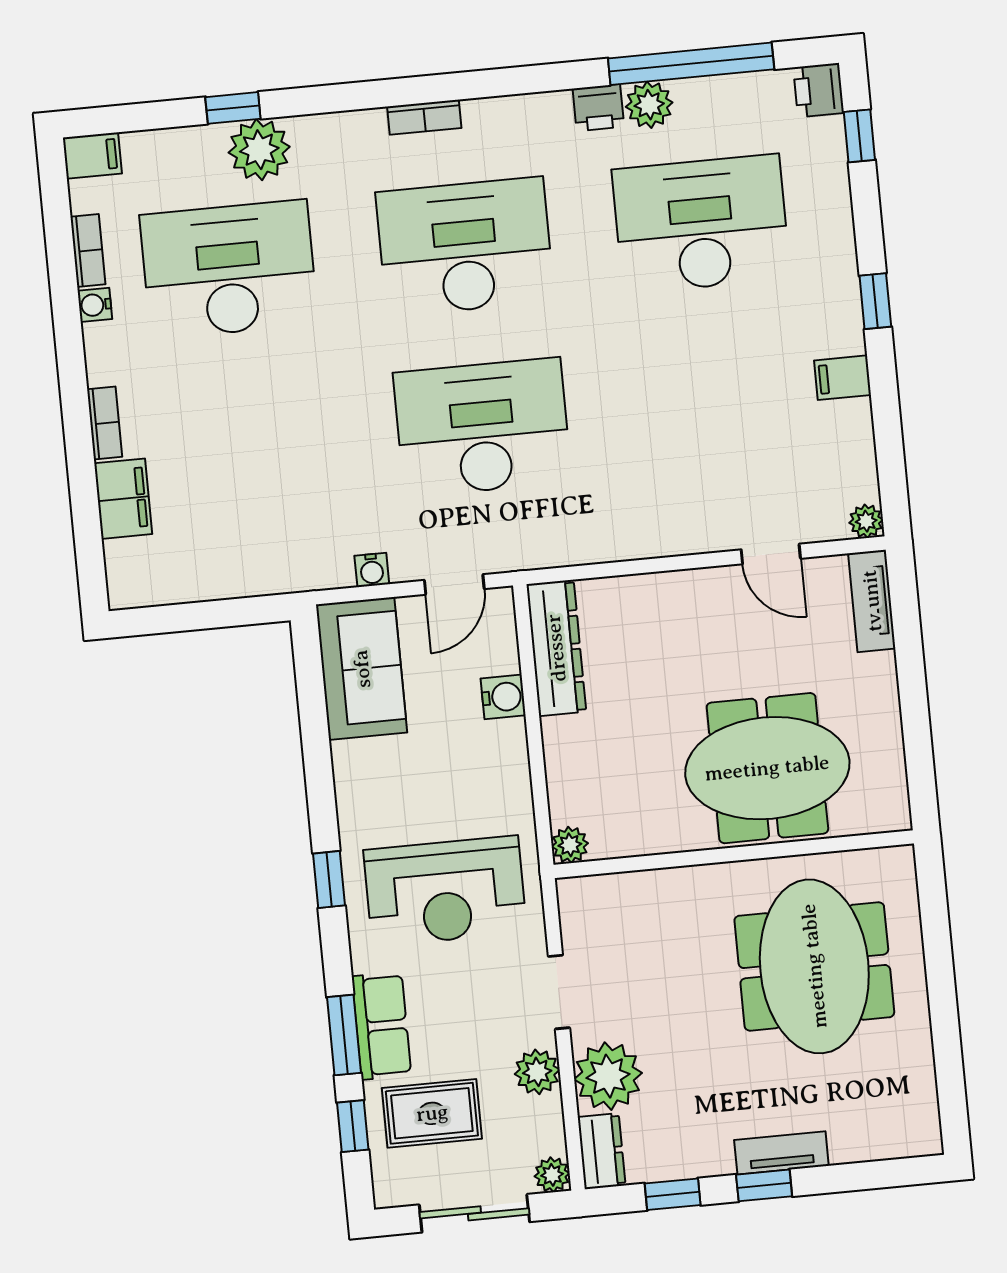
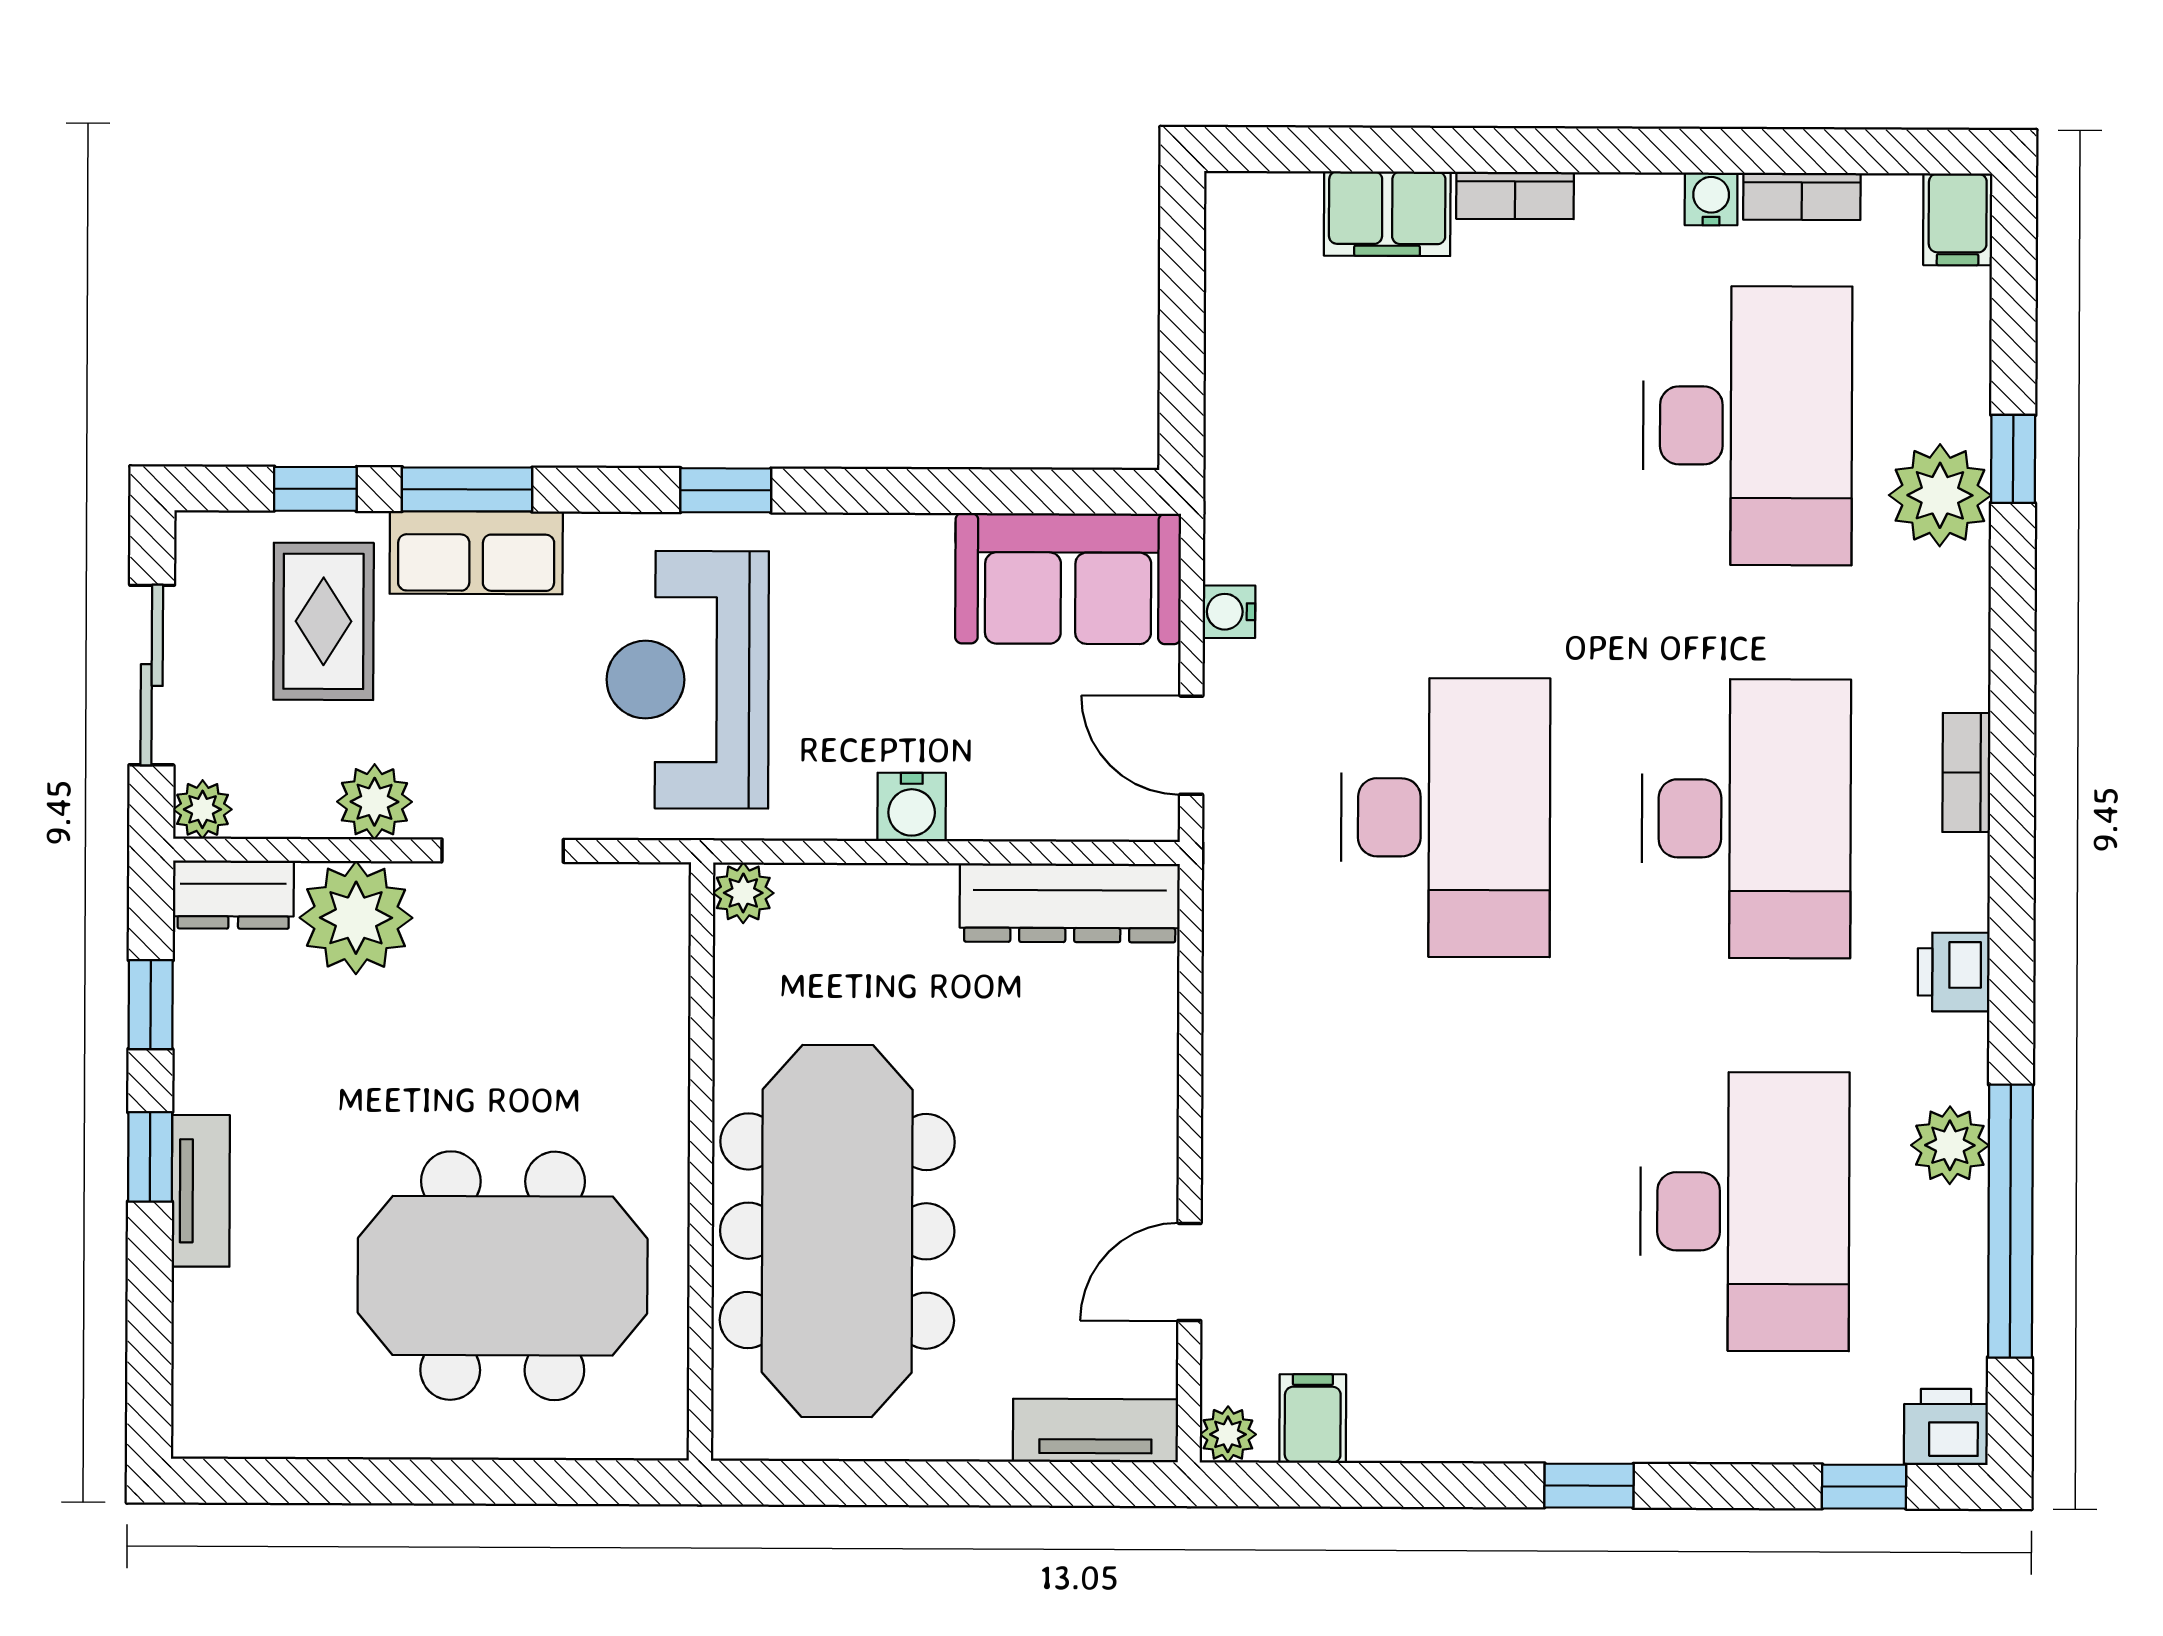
printer: (598, 108) -> (1954, 972), moved
filing cabinet: (843, 378) -> (1313, 1419), moved
water cooler: (503, 697) -> (912, 807), moved
meeting table: (767, 768) -> (837, 1231), width x1.36

